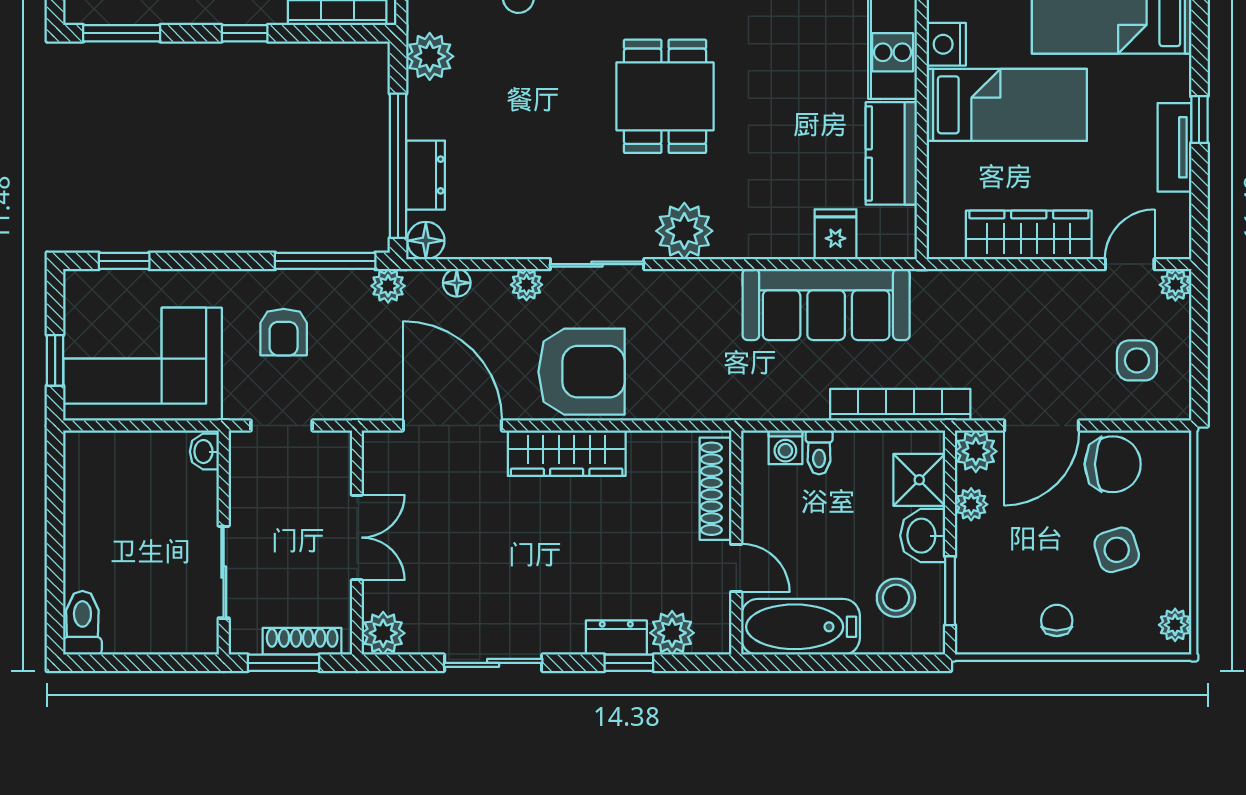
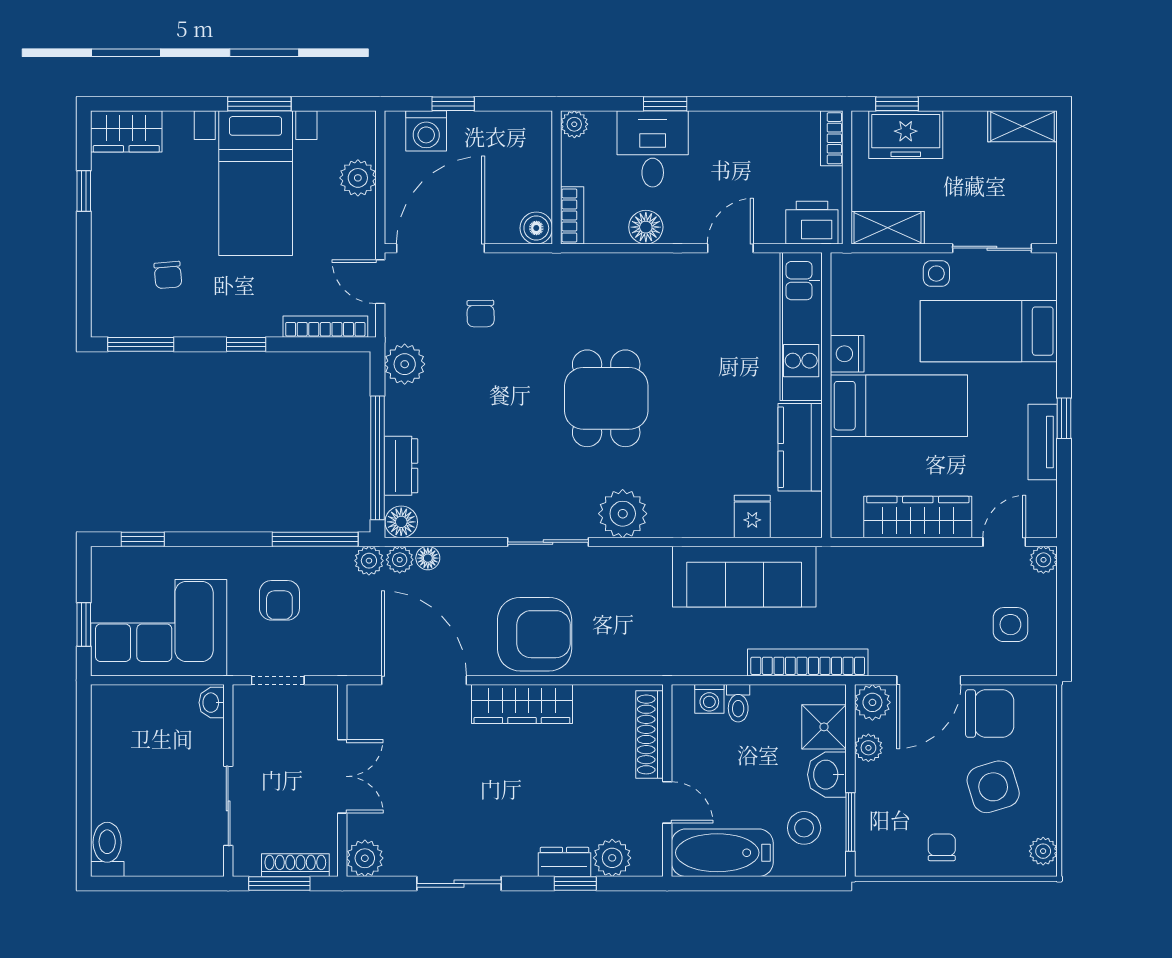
plant: (527, 285) -> (400, 560), moved
side table: (1117, 550) -> (993, 787), width x1.37, depth x1.37

